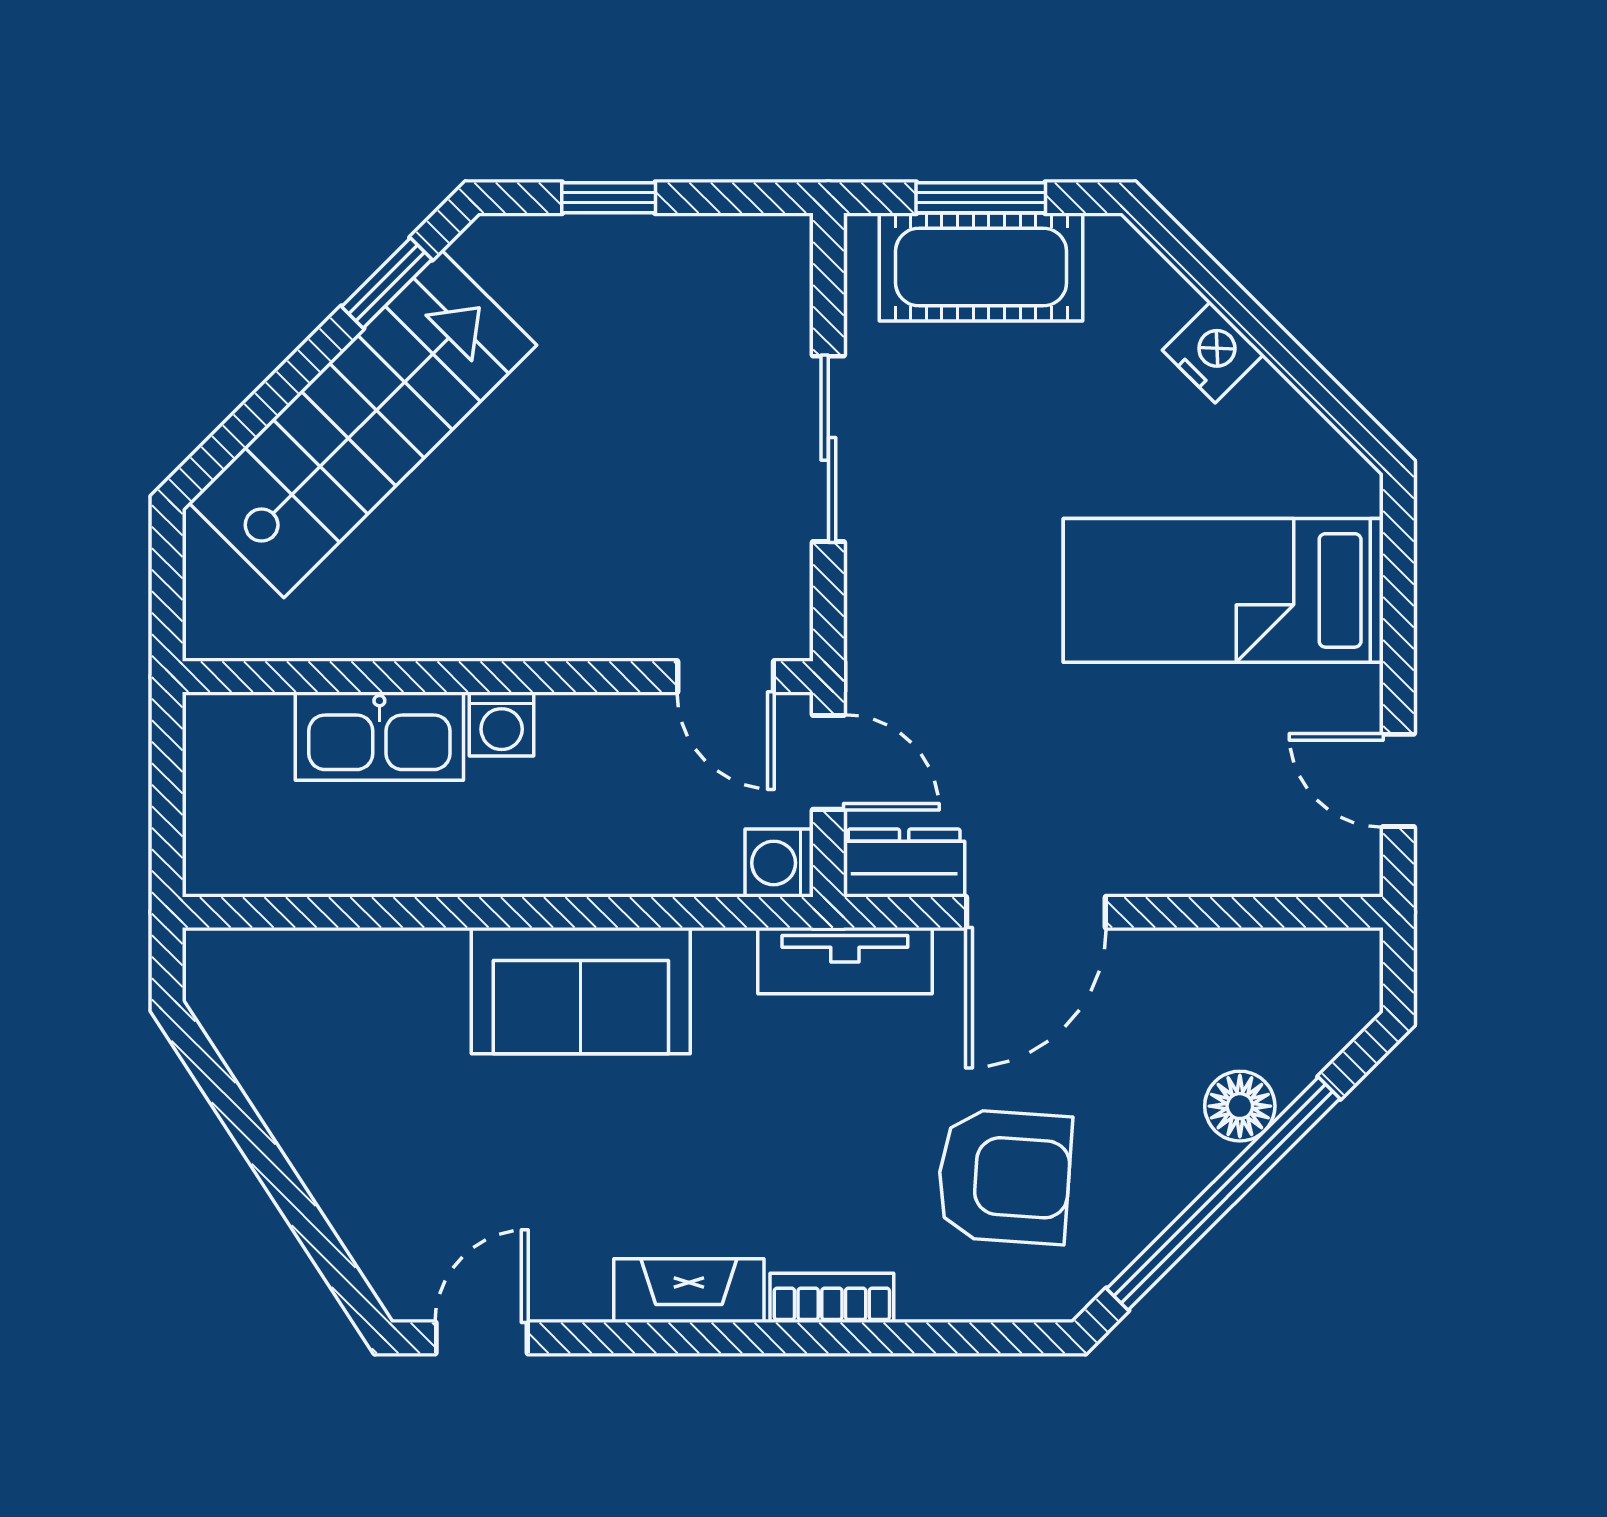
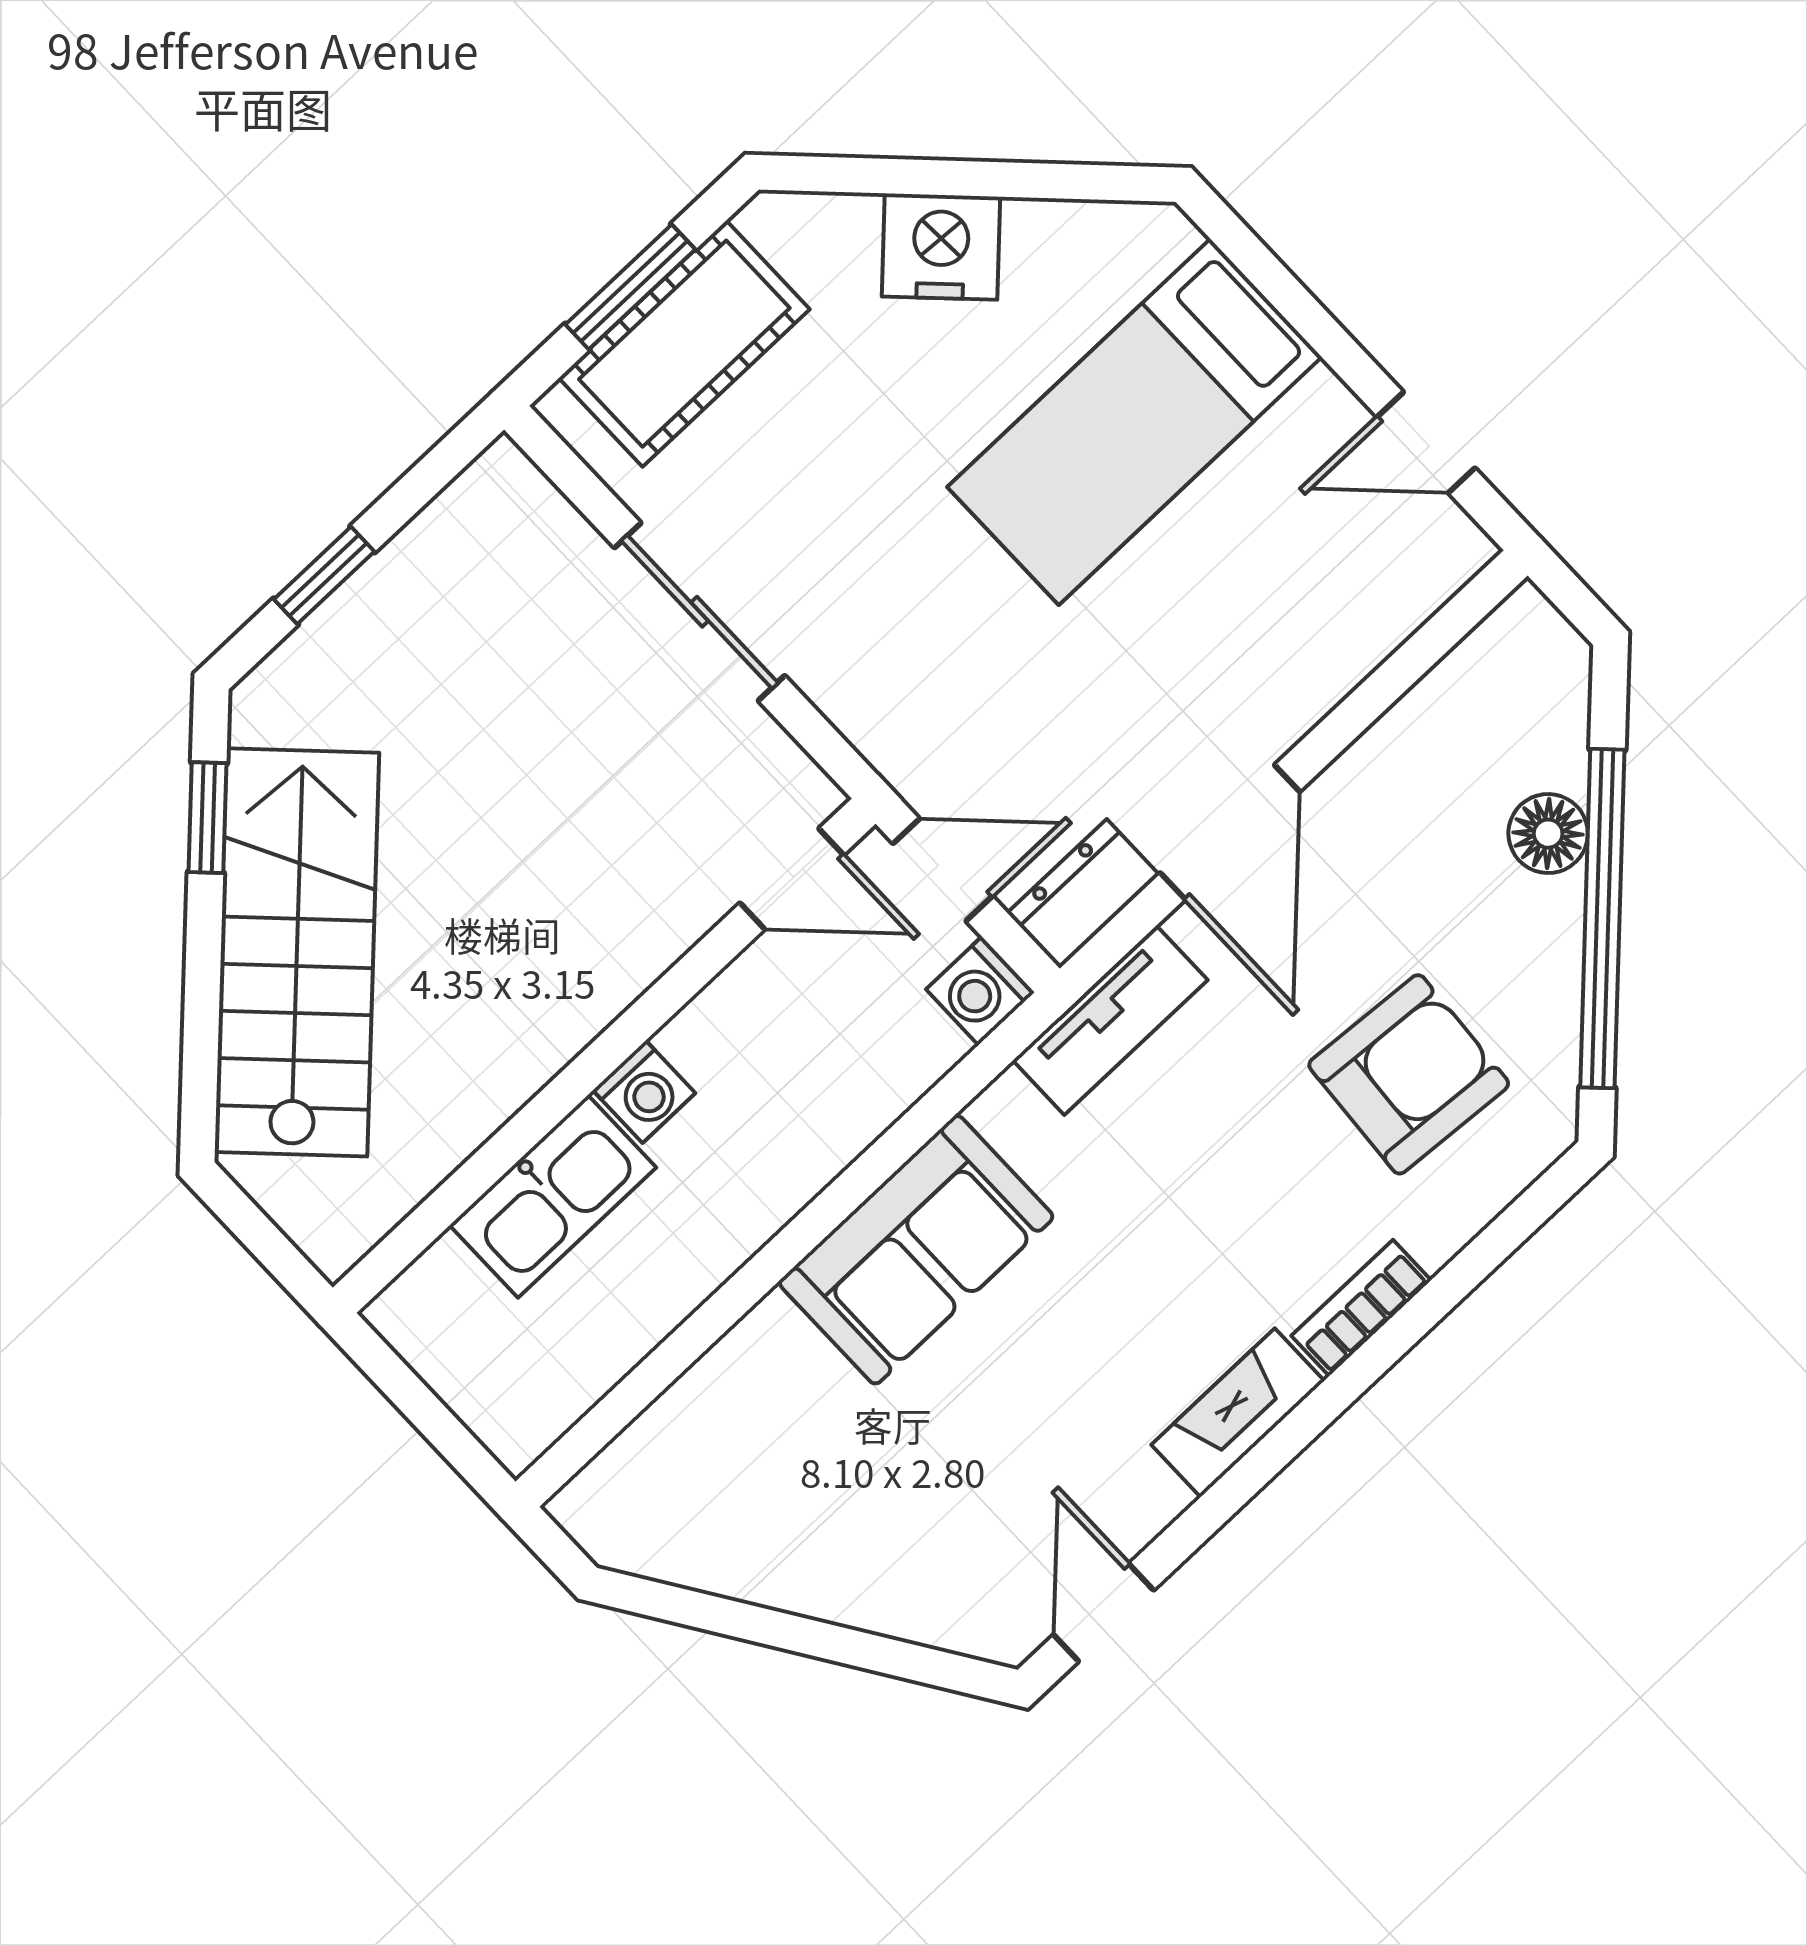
nightstand: (1213, 352) -> (941, 247), width x1.36, depth x1.33

